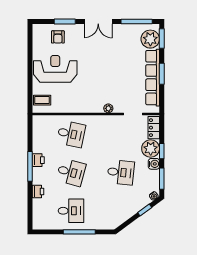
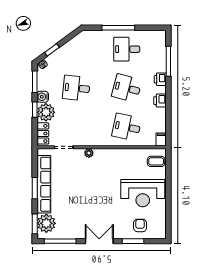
filing cabinet: (37, 122) -> (161, 139), added
window: (30, 166) -> (168, 61), moved
printer: (38, 191) -> (160, 79), moved

